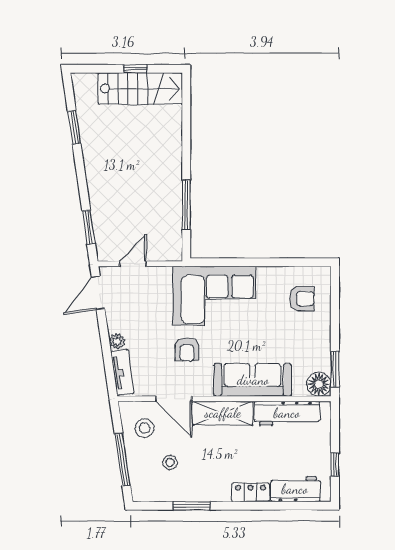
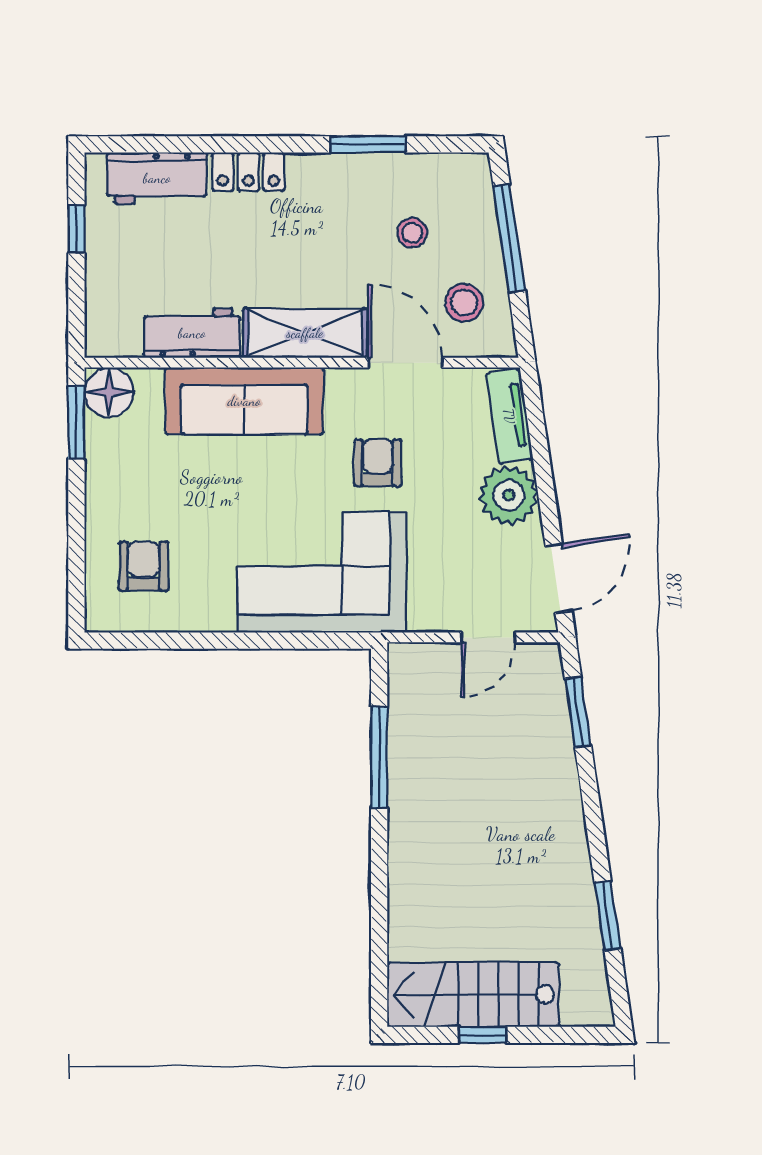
armchair: (302, 299) -> (144, 566), turned 90
plant: (117, 341) -> (509, 495), width x1.87, depth x1.87
workbench: (287, 413) -> (192, 333), width x0.73

